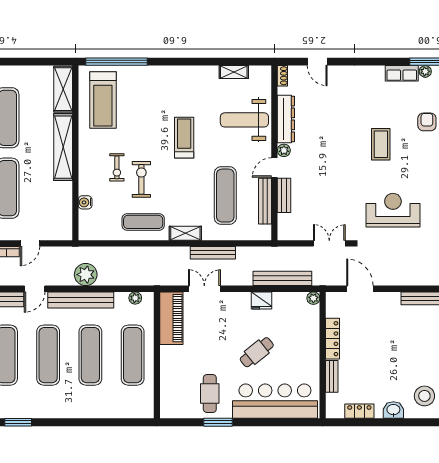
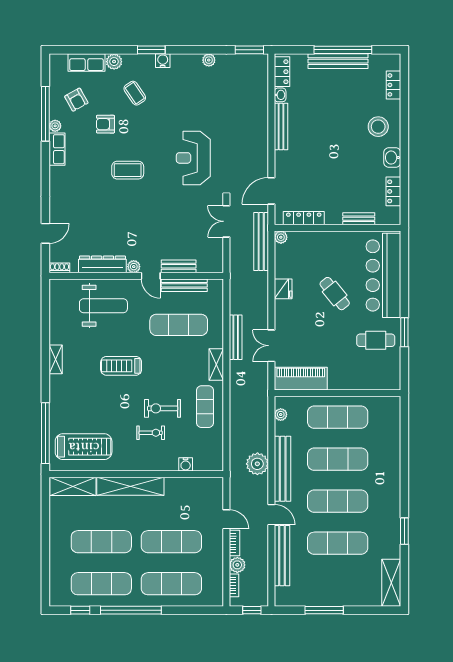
shelving: (234, 72) -> (56, 359), moved
weight bench: (244, 120) -> (103, 306), turned -90
bench: (282, 278) -> (261, 242), moved
locker: (333, 339) -> (304, 218), moved

